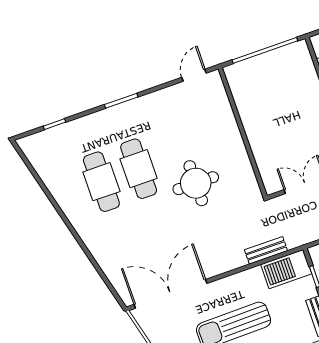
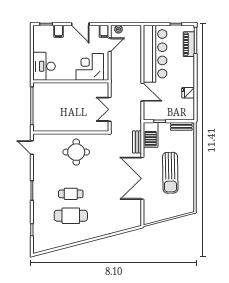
cafe table: (139, 169) -> (71, 194), width x0.73, depth x0.74
round table: (196, 183) -> (76, 152), moved
double door: (171, 294) -> (142, 178), moved

